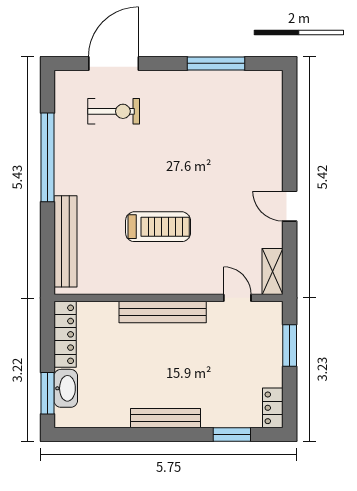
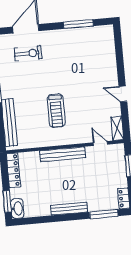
treadmill: (158, 227) -> (56, 111), turned 90
washbasin: (66, 388) -> (17, 208), moved
window: (232, 434) -> (104, 214), width x1.44

